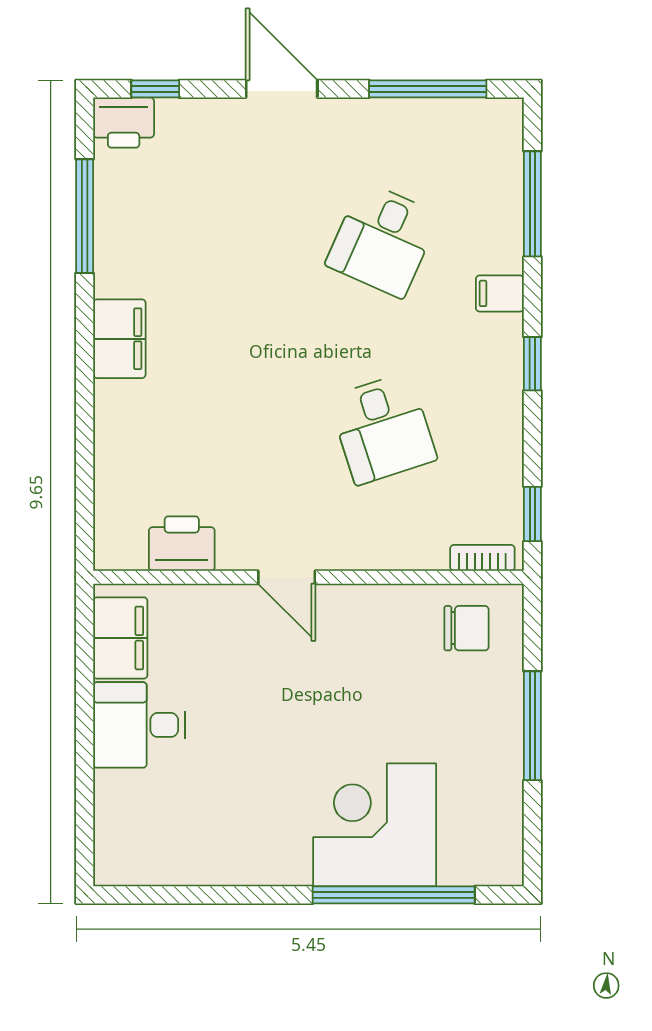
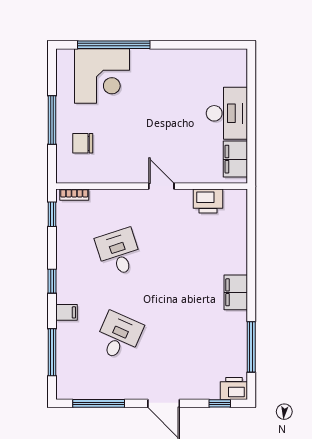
chair: (466, 628) -> (83, 143), moved
desk: (139, 725) -> (227, 113), width x1.37
corner desk: (375, 825) -> (102, 76), moved

